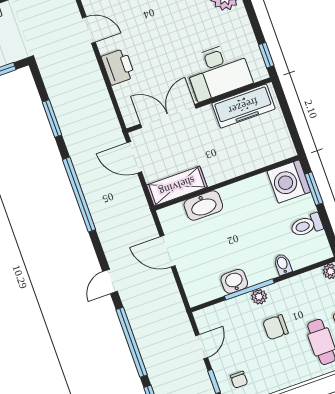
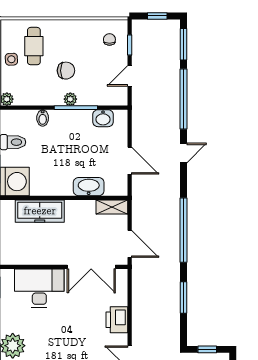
freezer: (243, 106) -> (40, 211), moved, turned 180
shelving: (177, 186) -> (112, 207), width x0.67, depth x0.75
washbasin: (234, 281) -> (103, 118), moved

